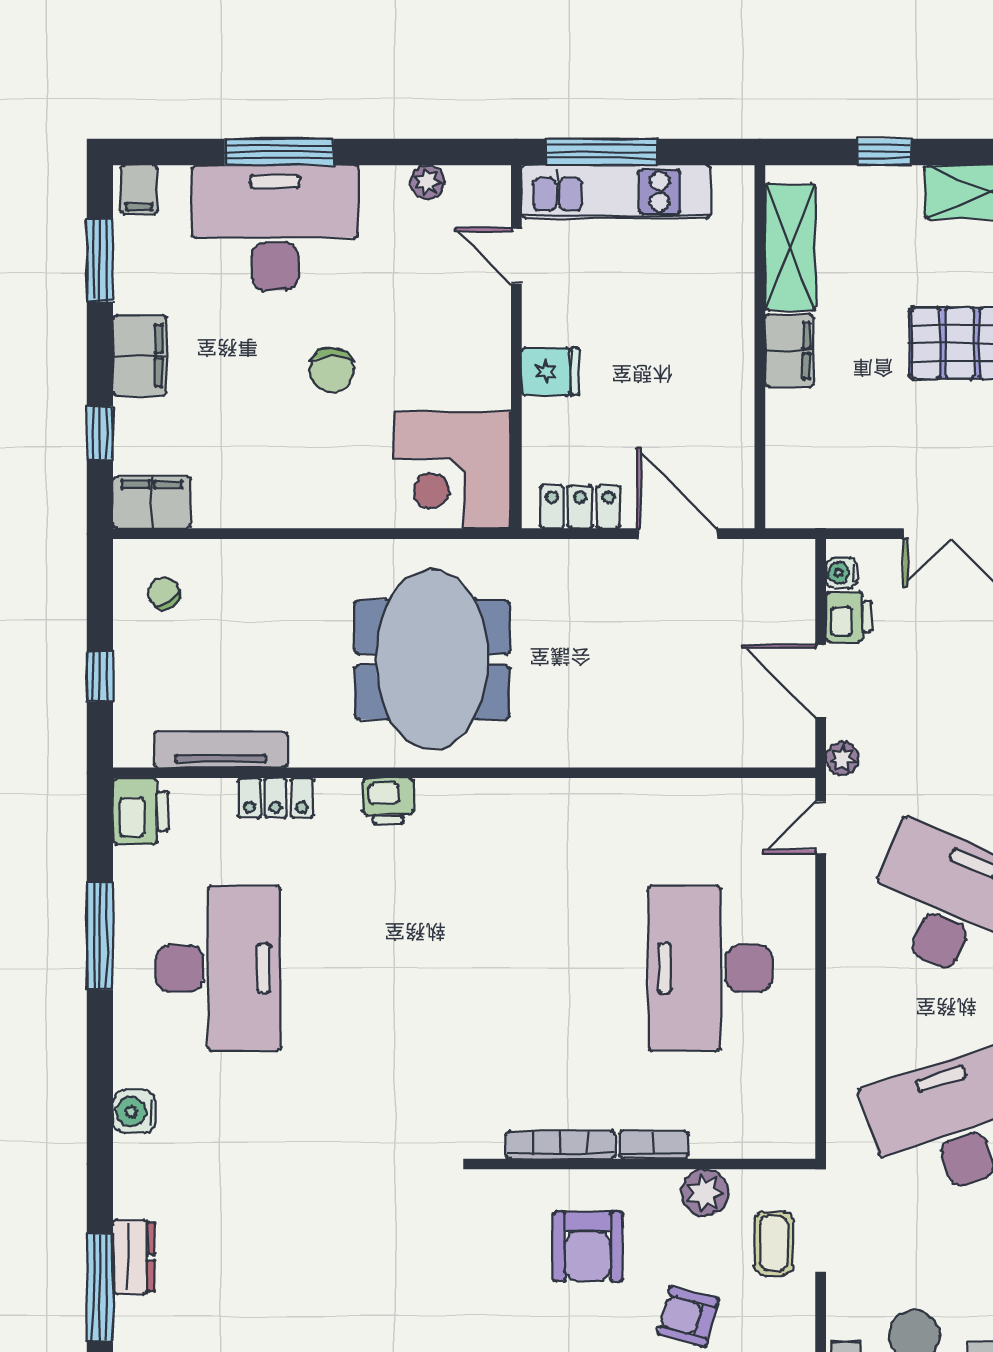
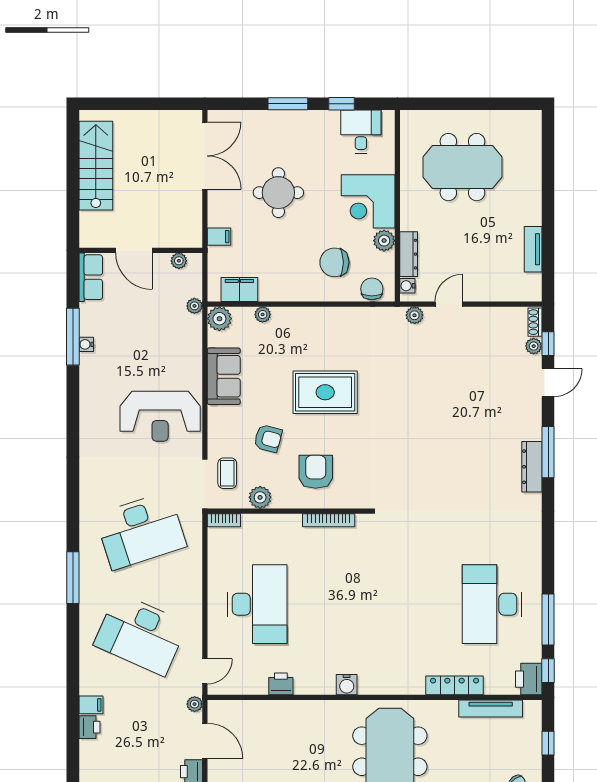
locker: (276, 798) -> (455, 685), width x1.53
printer: (388, 801) -> (281, 684), moved
window: (100, 829) -> (548, 671), added
water cooler: (134, 1112) -> (347, 685), moved, turned 90
bookcase: (653, 1145) -> (224, 520), moved
dresser: (134, 1257) -> (532, 467), width x1.44

